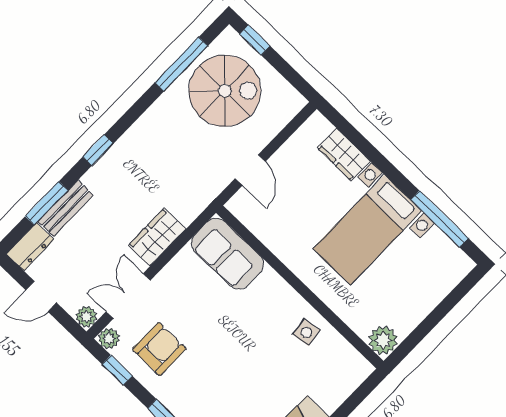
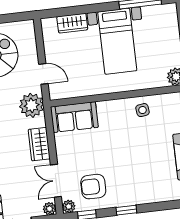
plant: (198, 188) -> (32, 105), added
armchair: (159, 349) -> (93, 187), turned -90

